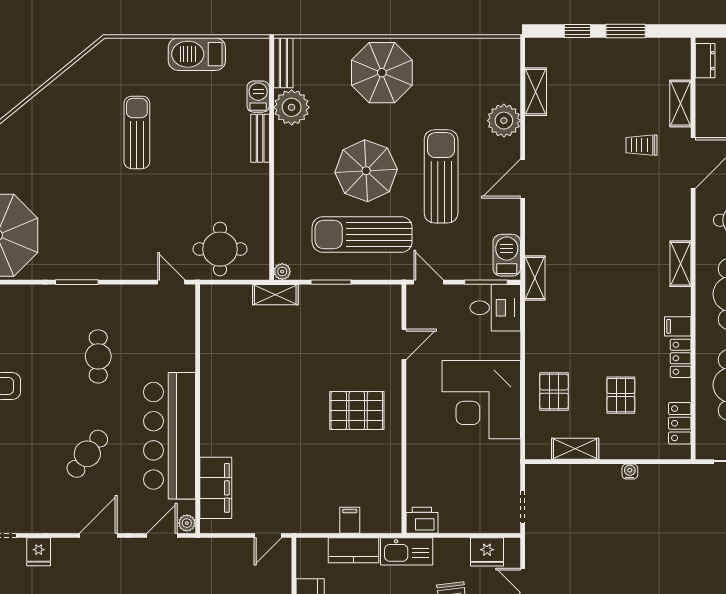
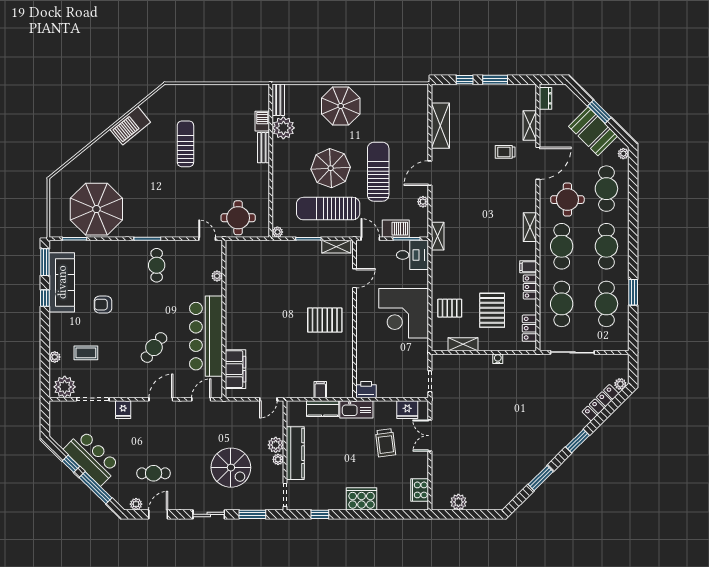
barbecue: (197, 54) -> (130, 126), moved, turned -39
shelving: (536, 92) -> (440, 126), width x1.50, depth x1.33
plant: (504, 121) -> (423, 202), moved, width x0.53, depth x0.53
barbecue: (507, 255) -> (396, 229), moved, turned 90
shelving: (275, 295) -> (336, 247), moved
cafe table: (98, 356) -> (157, 265), moved
pallet: (554, 392) -> (450, 308), turned 90
pallet: (621, 395) -> (492, 310), width x1.50, depth x1.42
plant: (187, 523) -> (217, 276), moved

